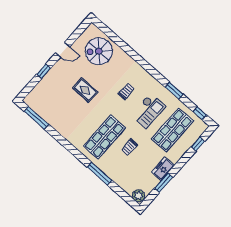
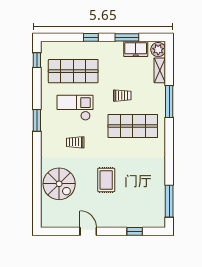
spiral stairs: (99, 51) -> (59, 184), moved
window: (44, 71) -> (135, 231), moved
window: (174, 91) -> (37, 120), moved
window: (198, 144) -> (91, 37), moved
freezer: (163, 169) -> (136, 49), moved
shelving: (124, 185) -> (160, 70), added

